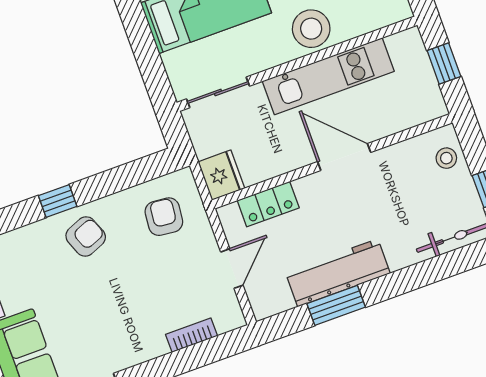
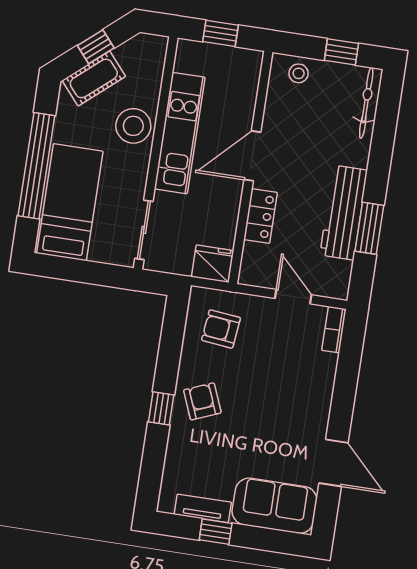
locker: (268, 204) -> (260, 216), moved
bookcase: (191, 335) -> (334, 330), moved

